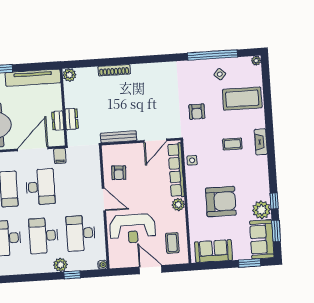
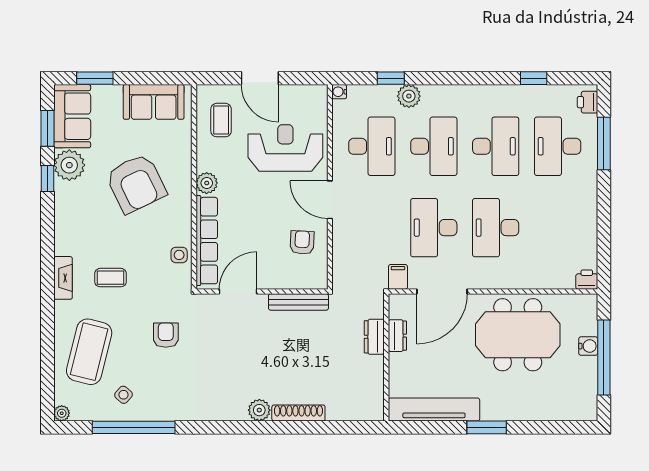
plant: (69, 75) -> (259, 410), moved
coffee table: (242, 99) -> (89, 352), turned -76
armchair: (221, 202) -> (136, 183), turned -116

